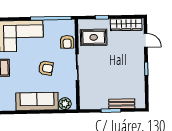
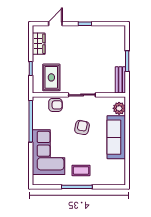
wardrobe: (126, 25) -> (39, 44), width x0.67
bench: (122, 104) -> (120, 80), moved

